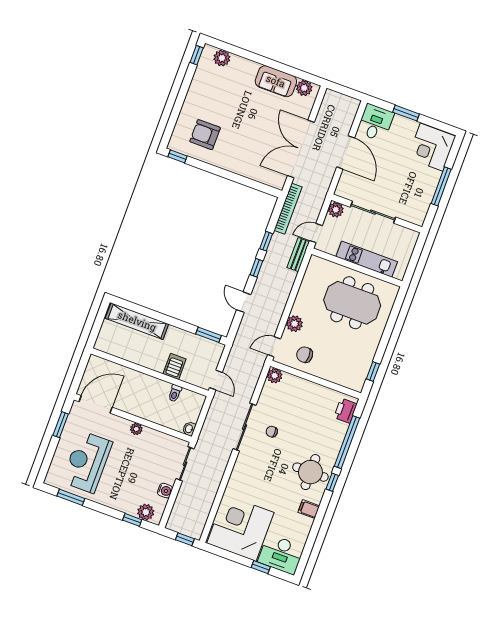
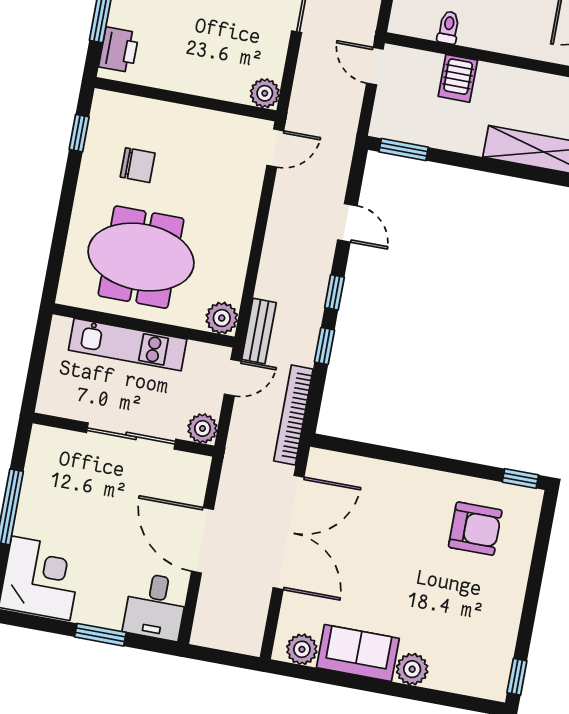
plant: (222, 58) -> (412, 669), moved
plant: (294, 324) -> (222, 318), moved
chair: (305, 355) -> (138, 165), moved

